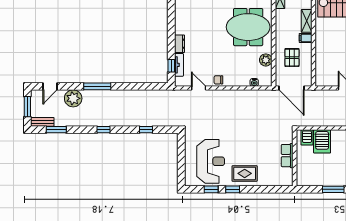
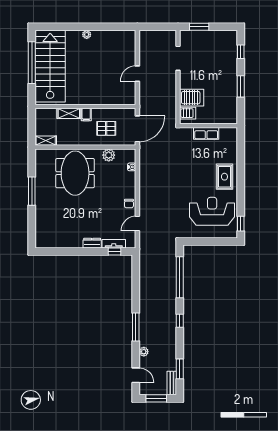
plant: (73, 98) -> (144, 352), width x0.53, depth x0.53
window: (146, 130) -> (180, 277), width x3.17
window: (211, 189) -> (241, 224), moved
window: (233, 189) -> (241, 189), removed

